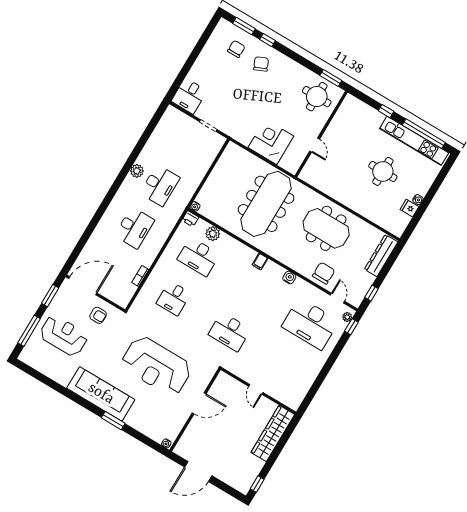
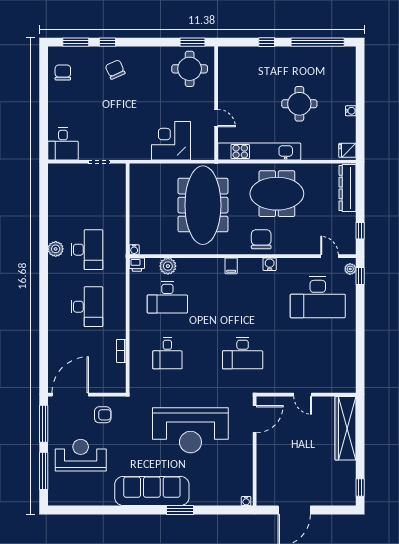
chair: (236, 49) -> (63, 72), moved
kitchen unit: (414, 141) -> (259, 152), moved, turned 180
fridge: (409, 208) -> (347, 150), moved
chair: (324, 273) -> (261, 239), moved
window: (50, 296) -> (44, 424), width x1.44
door: (199, 403) -> (255, 419), moved

